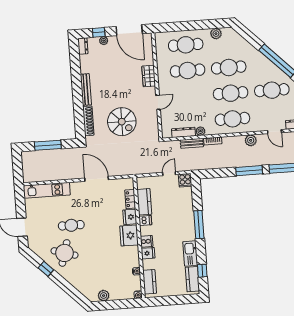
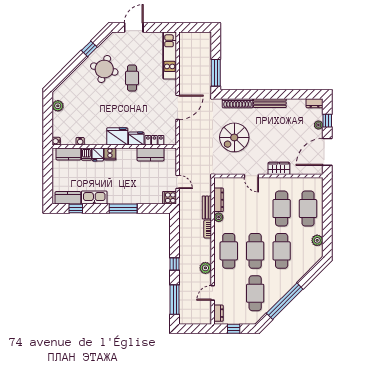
window: (48, 145) -> (216, 73), moved
window: (249, 171) -> (175, 264), width x0.46
dishwasher: (145, 220) -> (86, 154), moved

